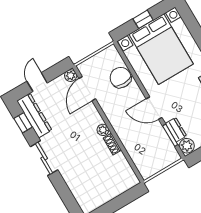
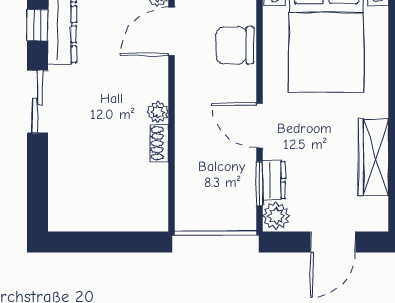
chair: (121, 78) -> (235, 45), turned -90

